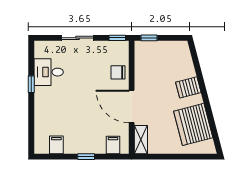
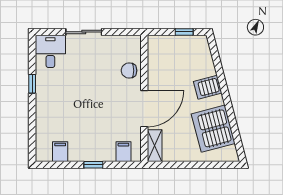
window: (117, 38) -> (128, 32), removed
window: (149, 38) -> (184, 32), moved
desk: (49, 72) -> (50, 51), moved, turned 90
door: (132, 106) -> (144, 109), swing flipped

